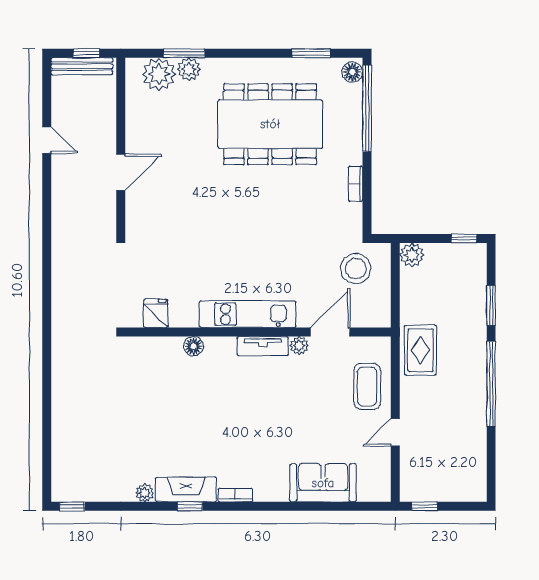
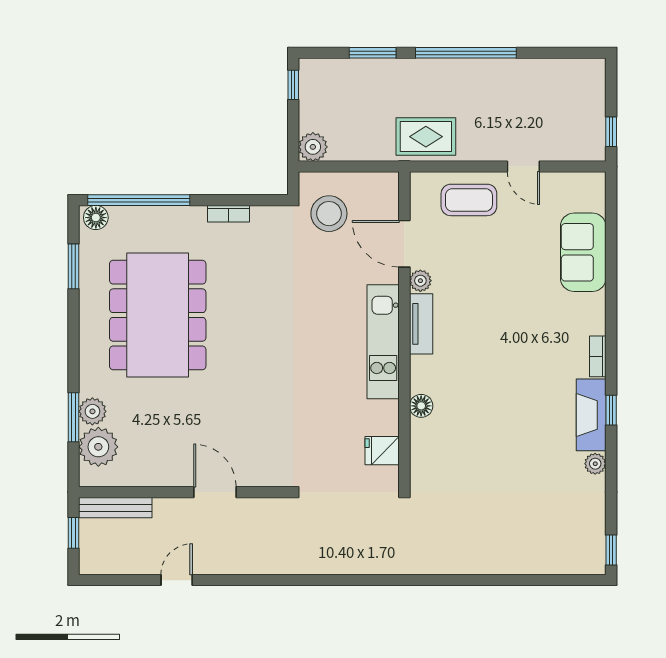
bench: (82, 66) -> (115, 508), moved, turned 90

